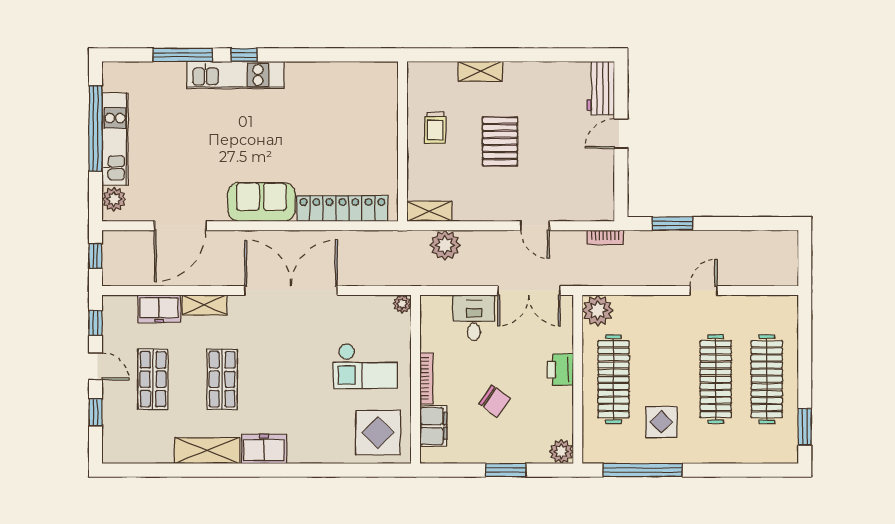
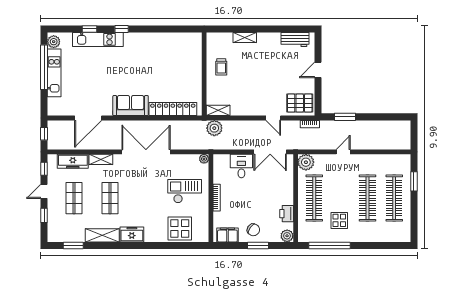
window: (183, 55) -> (89, 29), width x0.46
kitchen unit: (236, 75) -> (98, 39), moved
workbench: (601, 88) -> (295, 39), moved, turned -90
pallet: (500, 141) -> (300, 103), moved, turned 90
plant: (114, 199) -> (54, 42), moved
plant: (445, 245) -> (214, 128), moved
door: (704, 291) -> (343, 152), moved
freezer: (159, 309) -> (73, 161), width x1.40
door: (96, 366) -> (44, 191), swing flipped
checkout: (365, 366) -> (185, 191), turned 180
printer: (560, 370) -> (287, 214), moved
chair: (495, 401) -> (253, 230), moved
filing cabinet: (433, 426) -> (227, 235), moved, turned -90
window: (805, 427) -> (414, 181), moved
display table: (378, 433) -> (180, 229), moved
window: (151, 470) -> (73, 245), added

